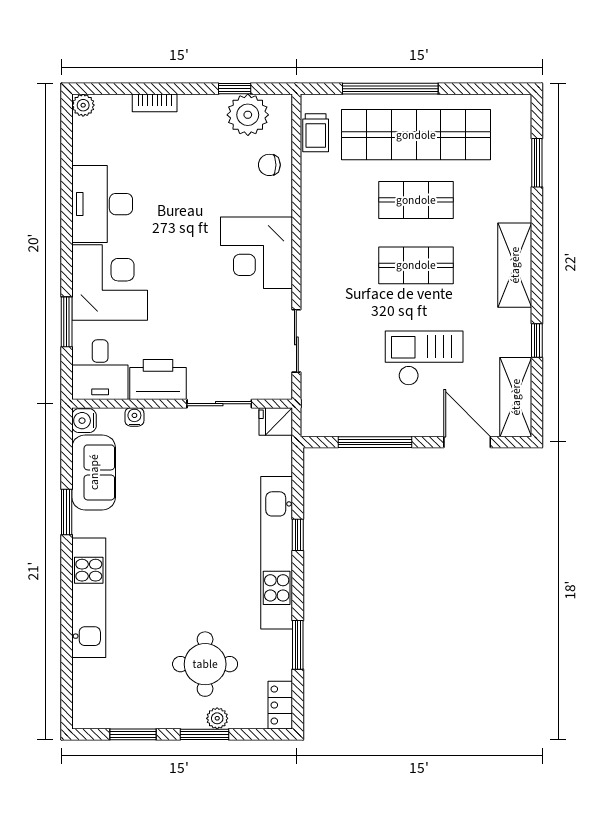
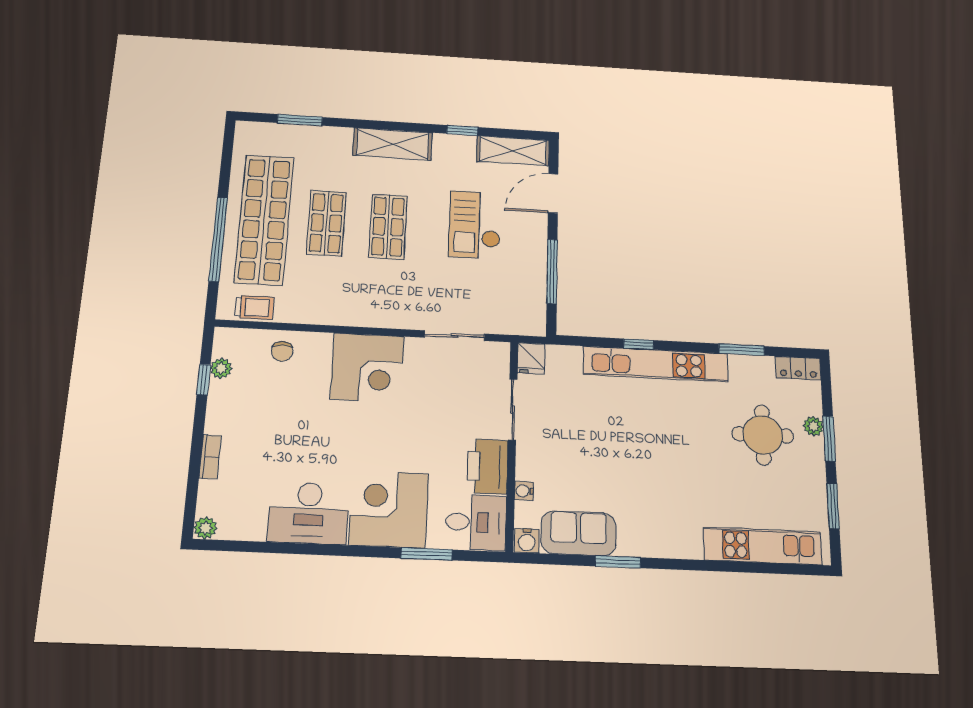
plant: (248, 115) -> (221, 368), width x0.53, depth x0.53
kitchen unit: (89, 598) -> (763, 546), moved

